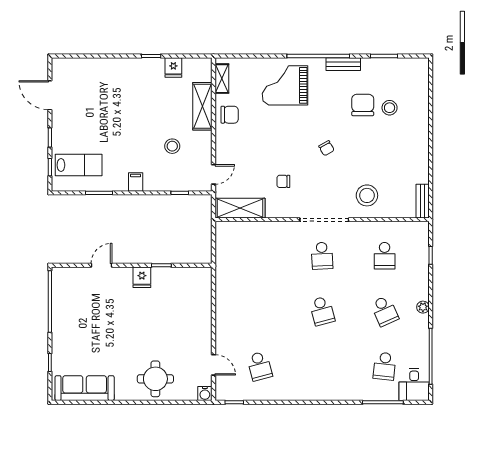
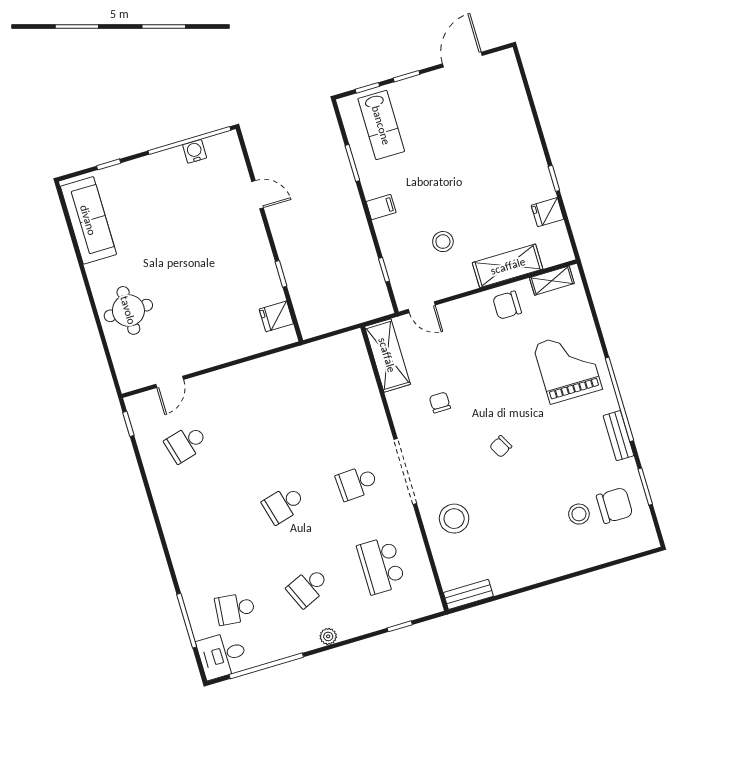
chair: (363, 105) -> (615, 505), moved
chair: (230, 115) -> (507, 305), turned 90
school desk: (385, 256) -> (381, 565), width x1.85
fridge: (142, 277) -> (276, 316), moved
water cooler: (205, 394) -> (195, 151), moved, turned 90

